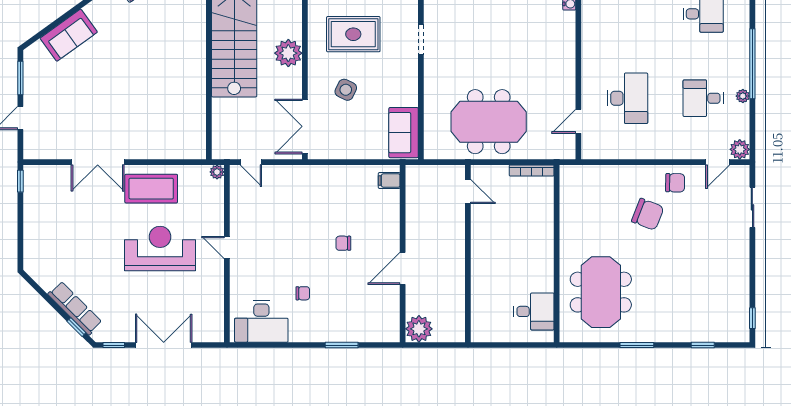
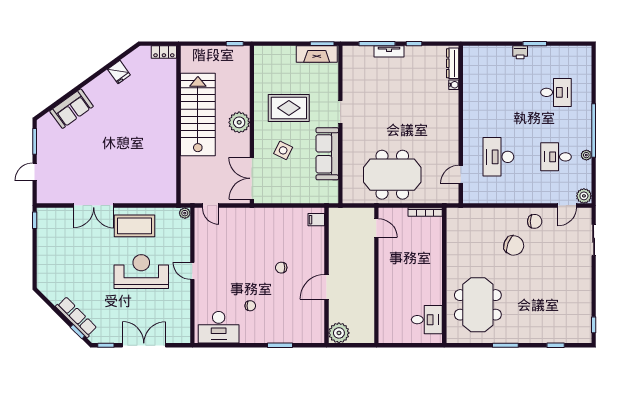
desk: (628, 98) -> (498, 157), turned 180
sofa: (404, 133) -> (327, 154), moved, width x1.36

